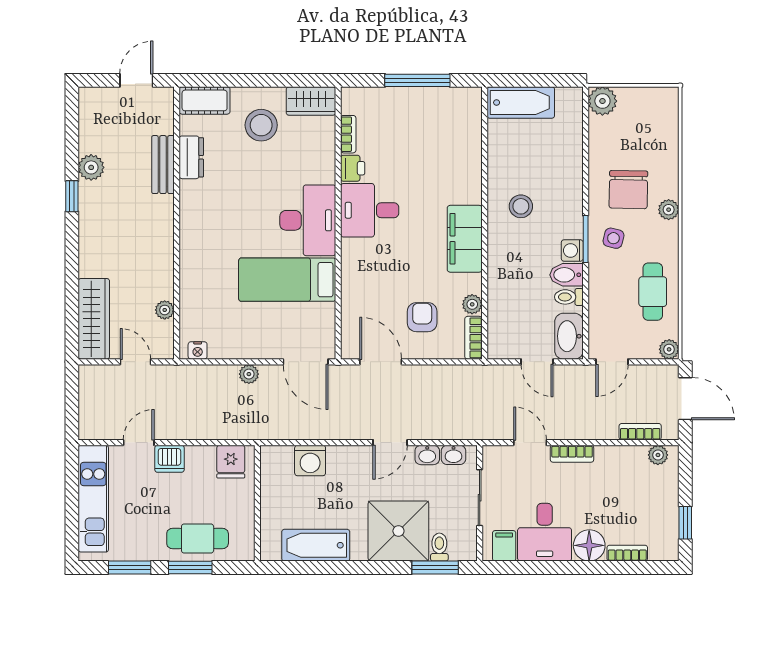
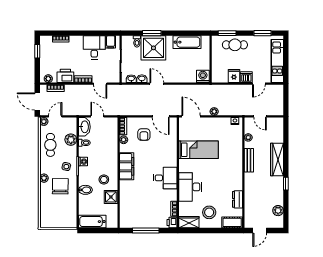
plant: (602, 101) -> (71, 140), moved
bathtub: (521, 103) -> (92, 222), moved
shower: (503, 163) -> (111, 197), added
bench: (163, 165) -> (249, 160), moved
plant: (91, 167) -> (278, 211), moved
printer: (353, 168) -> (172, 223), moved
desk: (308, 220) -> (190, 187), moved
bidet: (566, 275) -> (85, 190), moved
wardrobe: (94, 319) -> (277, 159), moved
door: (612, 362) -> (55, 116), moved
door: (390, 443) -> (157, 84), hinge flipped
washing machine: (310, 460) -> (203, 76), moved
fridge: (231, 462) -> (234, 76), moved
printer: (616, 462) -> (65, 76), added
floor lamp: (589, 545) -> (76, 42), removed
window: (190, 568) -> (227, 33), moved
window: (435, 568) -> (152, 33), moved

